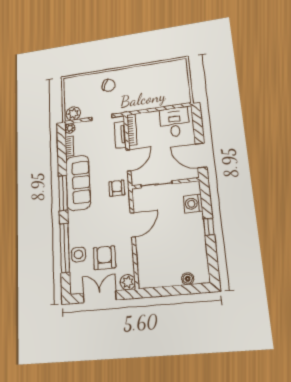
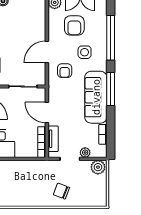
plant: (70, 128) -> (85, 153), moved
door: (128, 160) -> (47, 113), hinge flipped
armchair: (117, 188) -> (65, 71), moved
side table: (78, 254) -> (85, 52), moved

